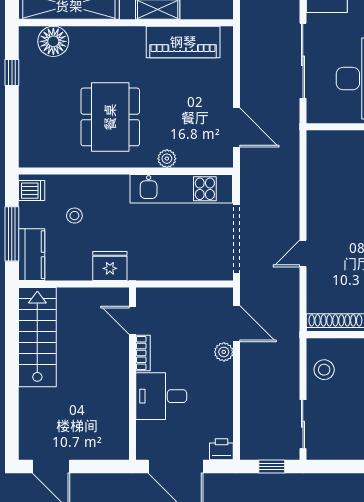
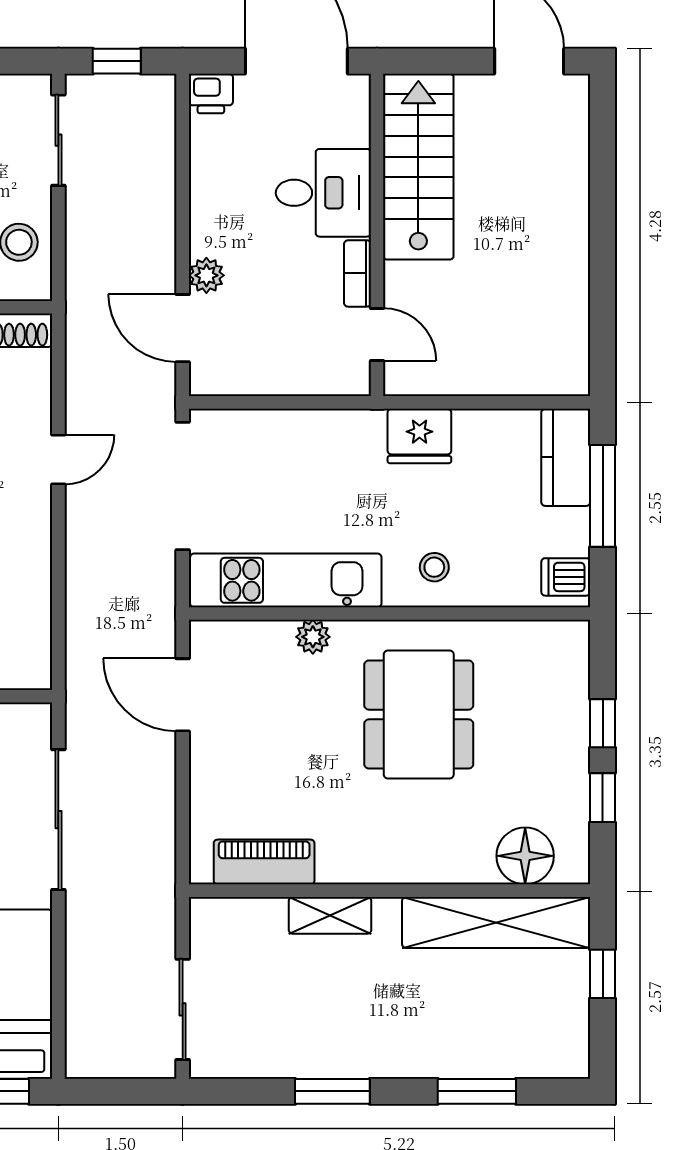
piano: (183, 42) -> (264, 862), width x0.73, depth x0.75
window: (12, 112) -> (603, 723), added
stool: (74, 216) -> (434, 567), moved
stairs: (37, 337) -> (418, 167), moved, turned 180

